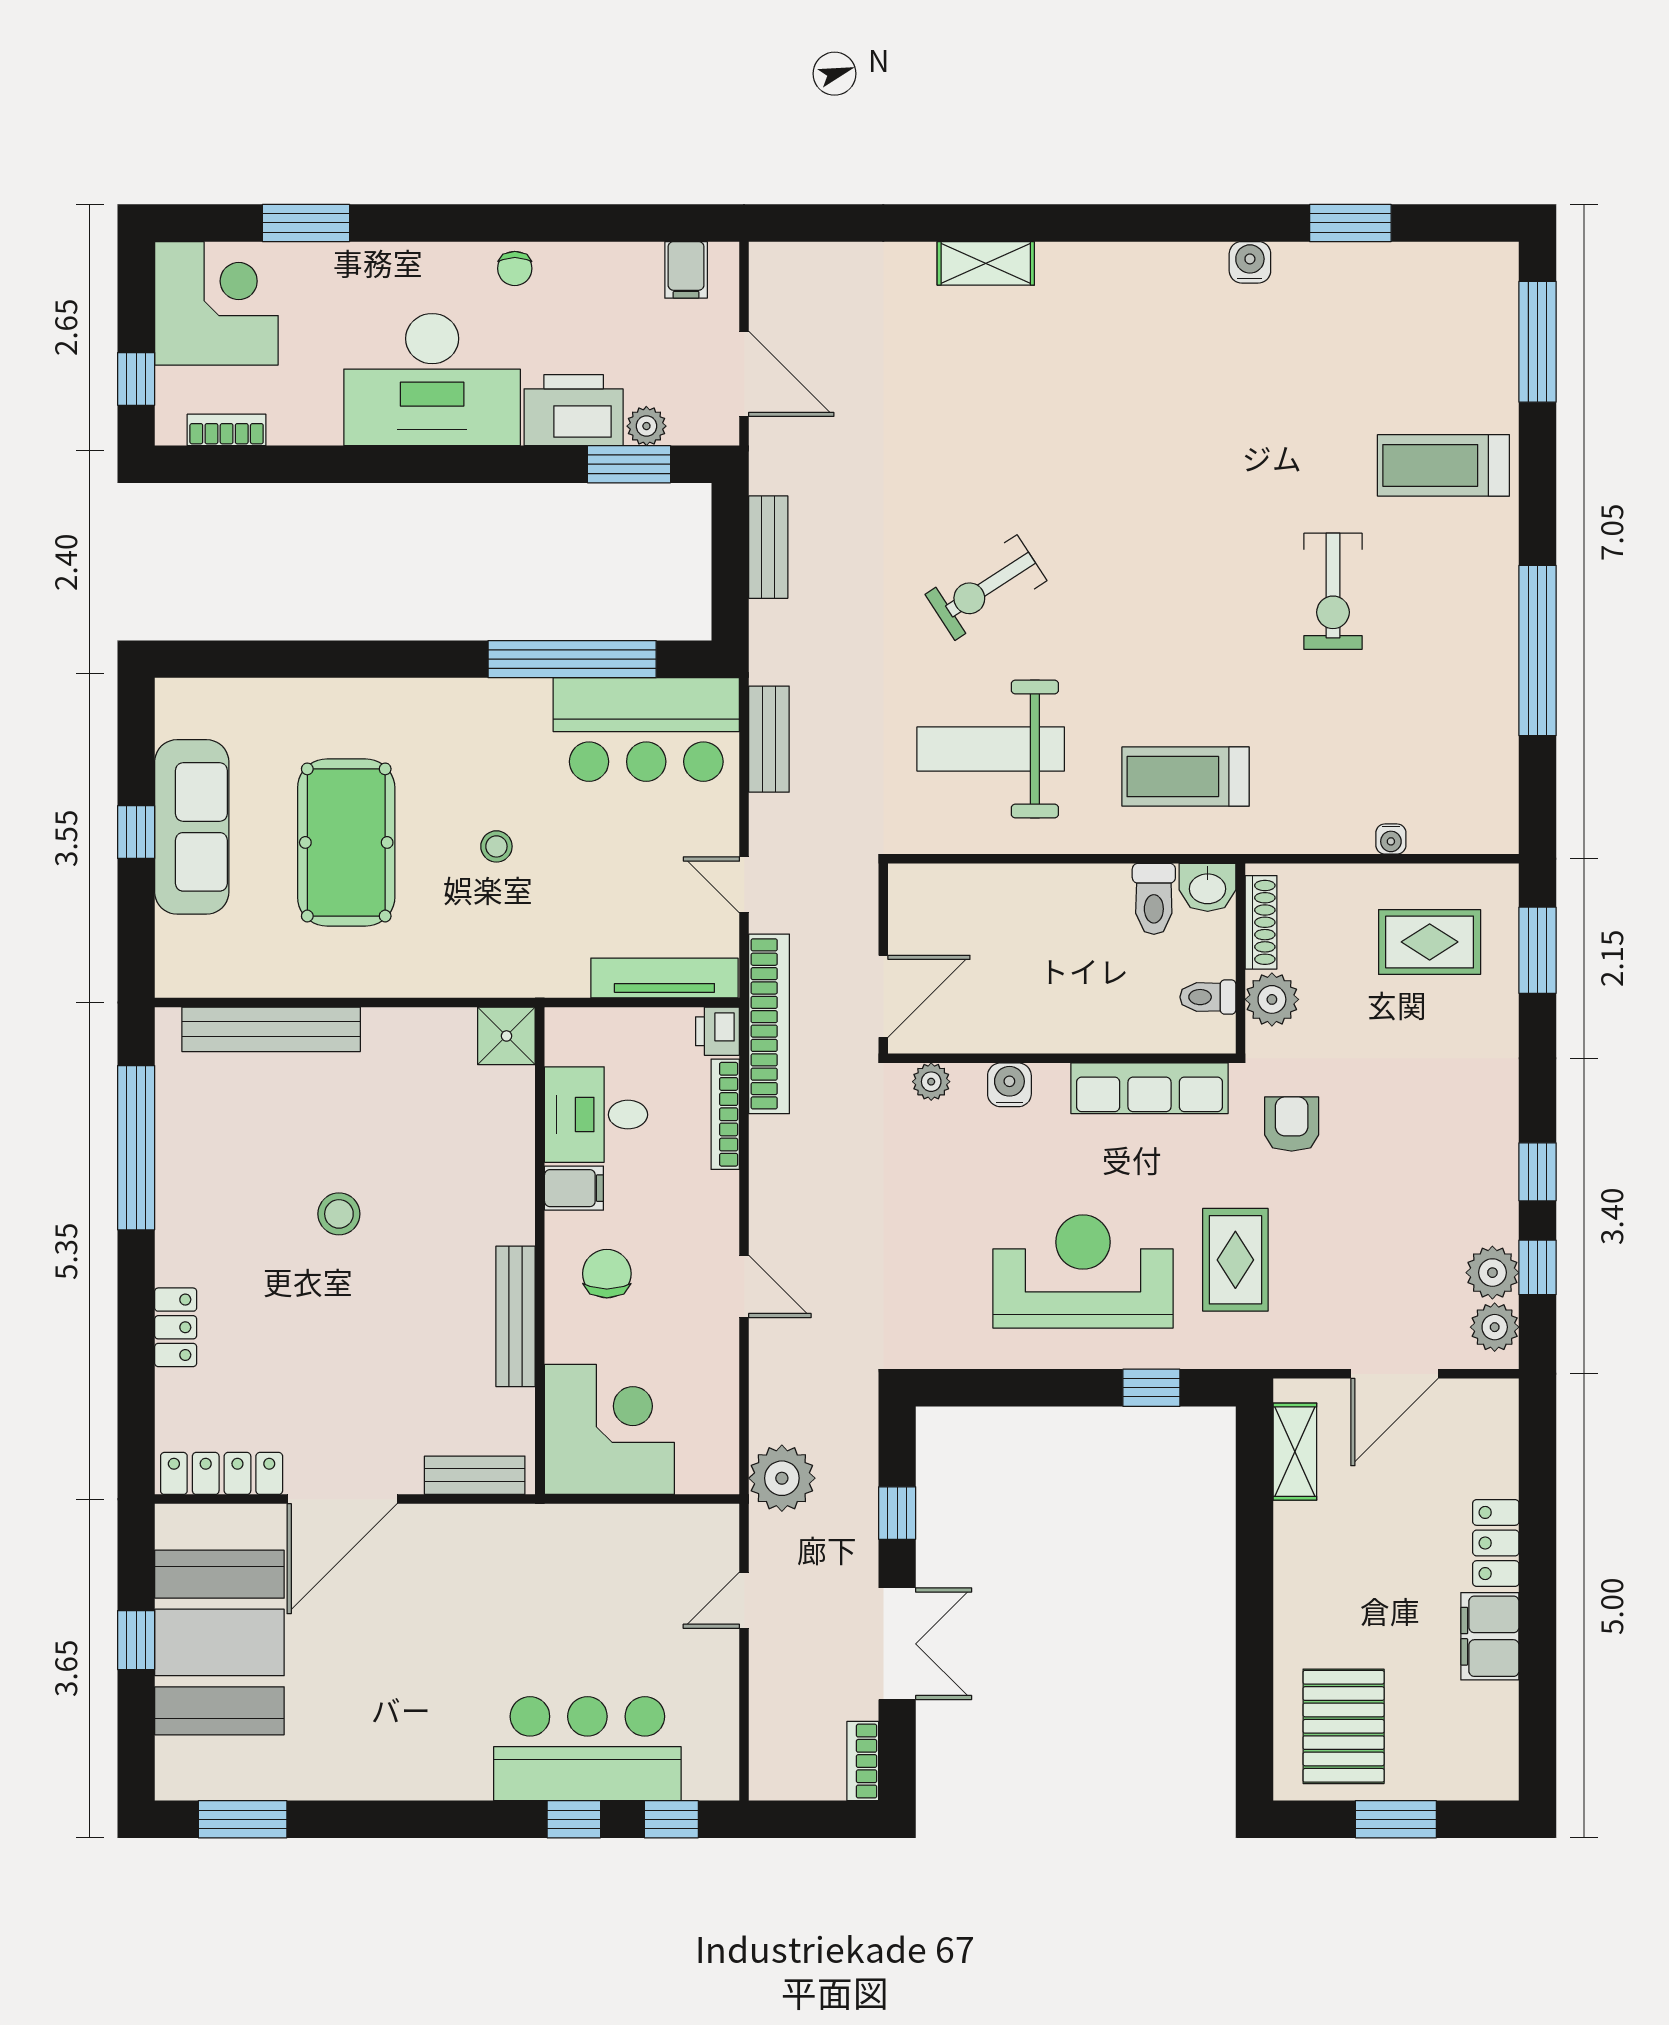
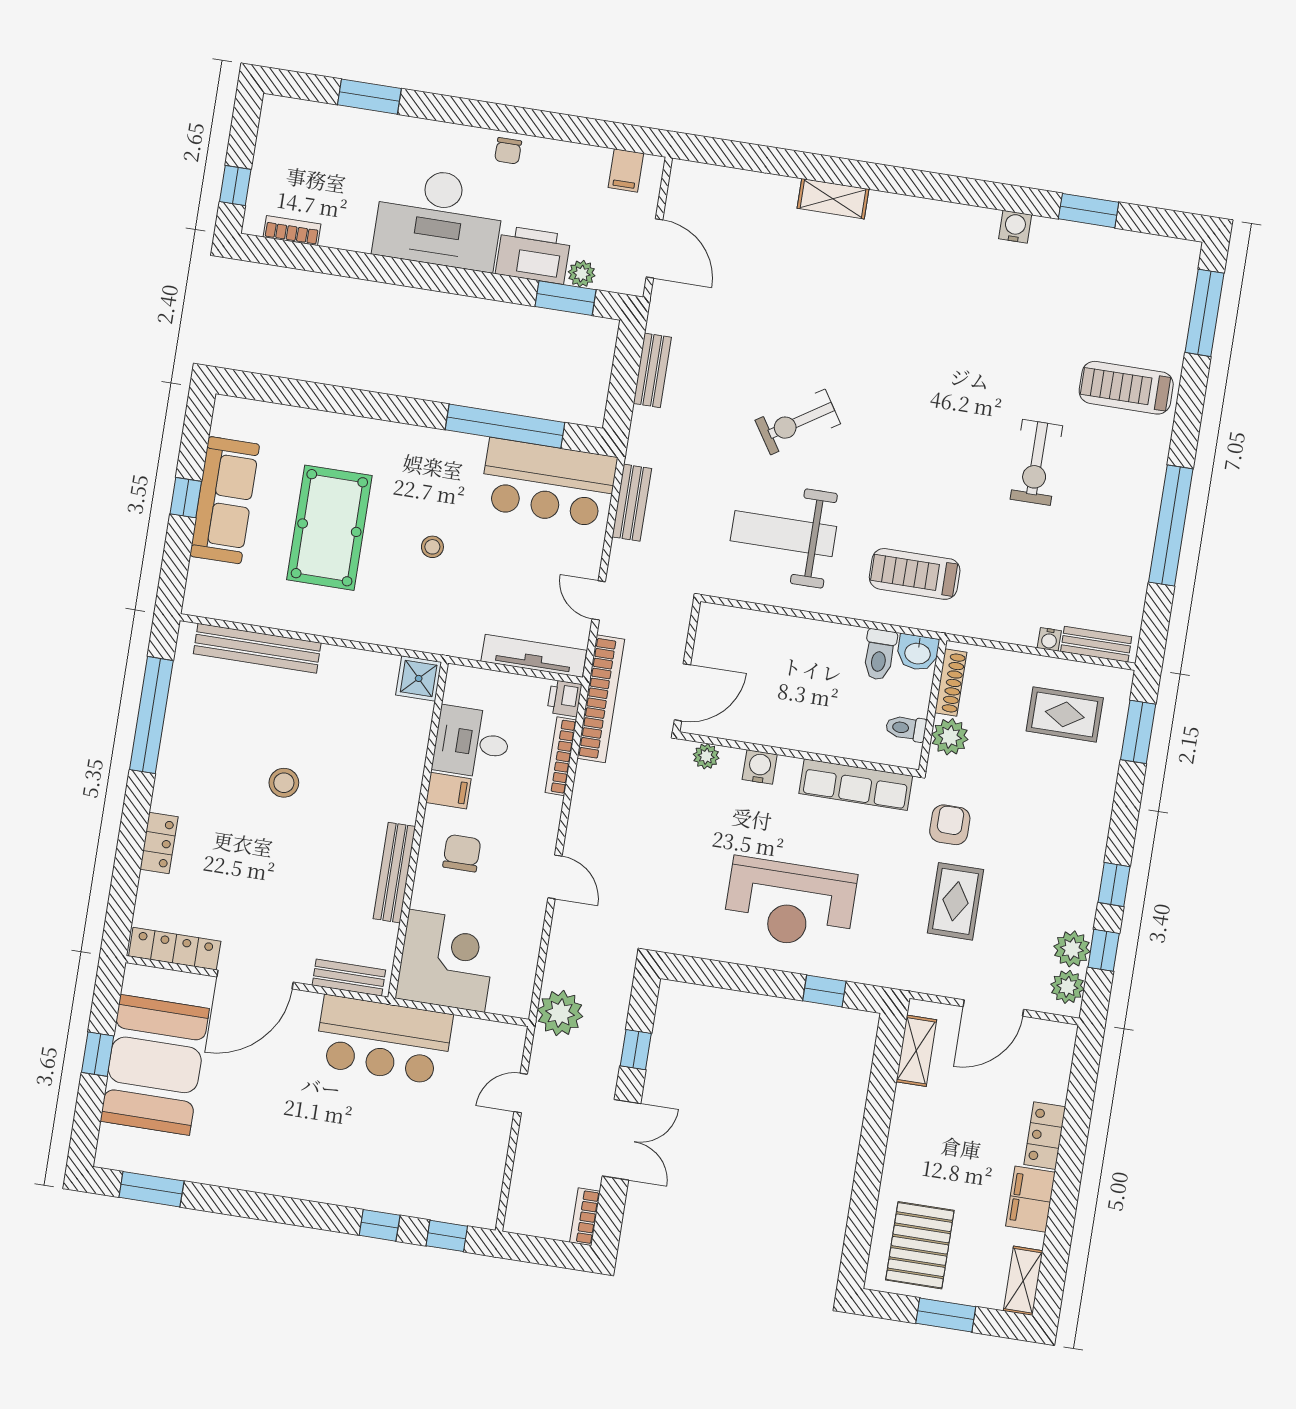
corner desk: (216, 303) -> (299, 142), removed
bench: (1458, 835) -> (1096, 644), added
rug: (1235, 1260) -> (956, 901), moved
reception desk: (1083, 1271) -> (790, 904), turned 180
bar counter: (587, 1749) -> (383, 1040), moved, turned 180
shelving: (1498, 1753) -> (1023, 1281), added

